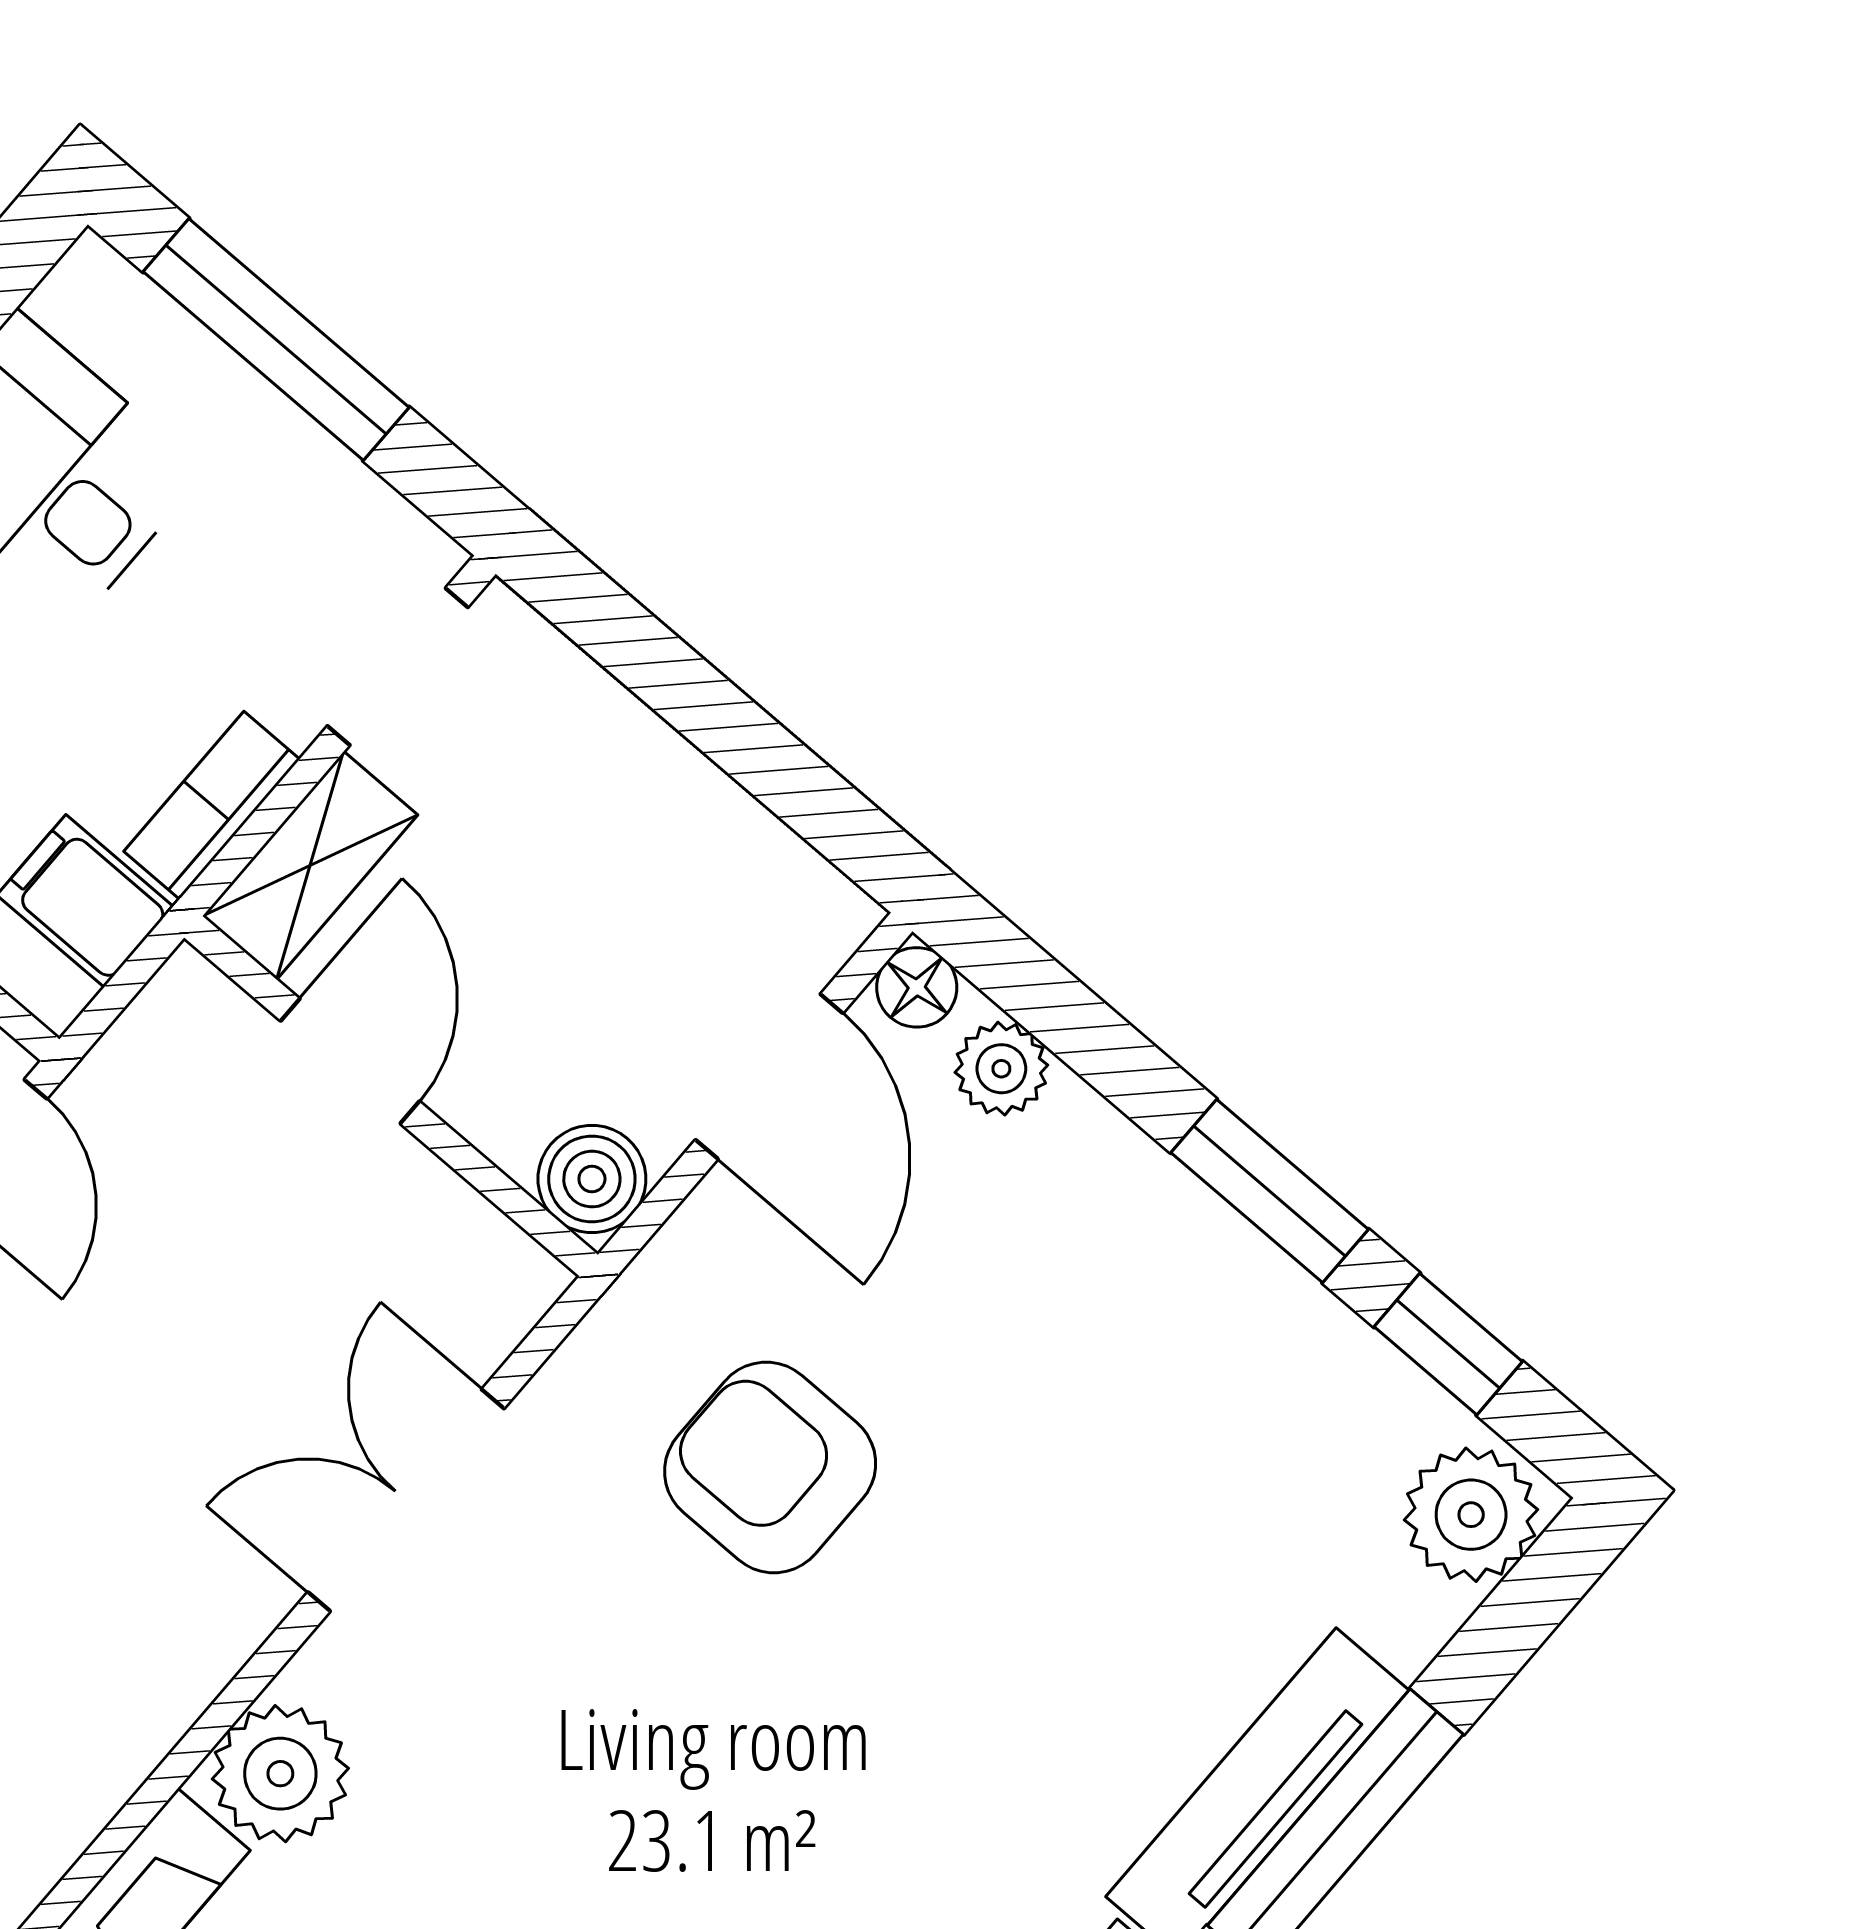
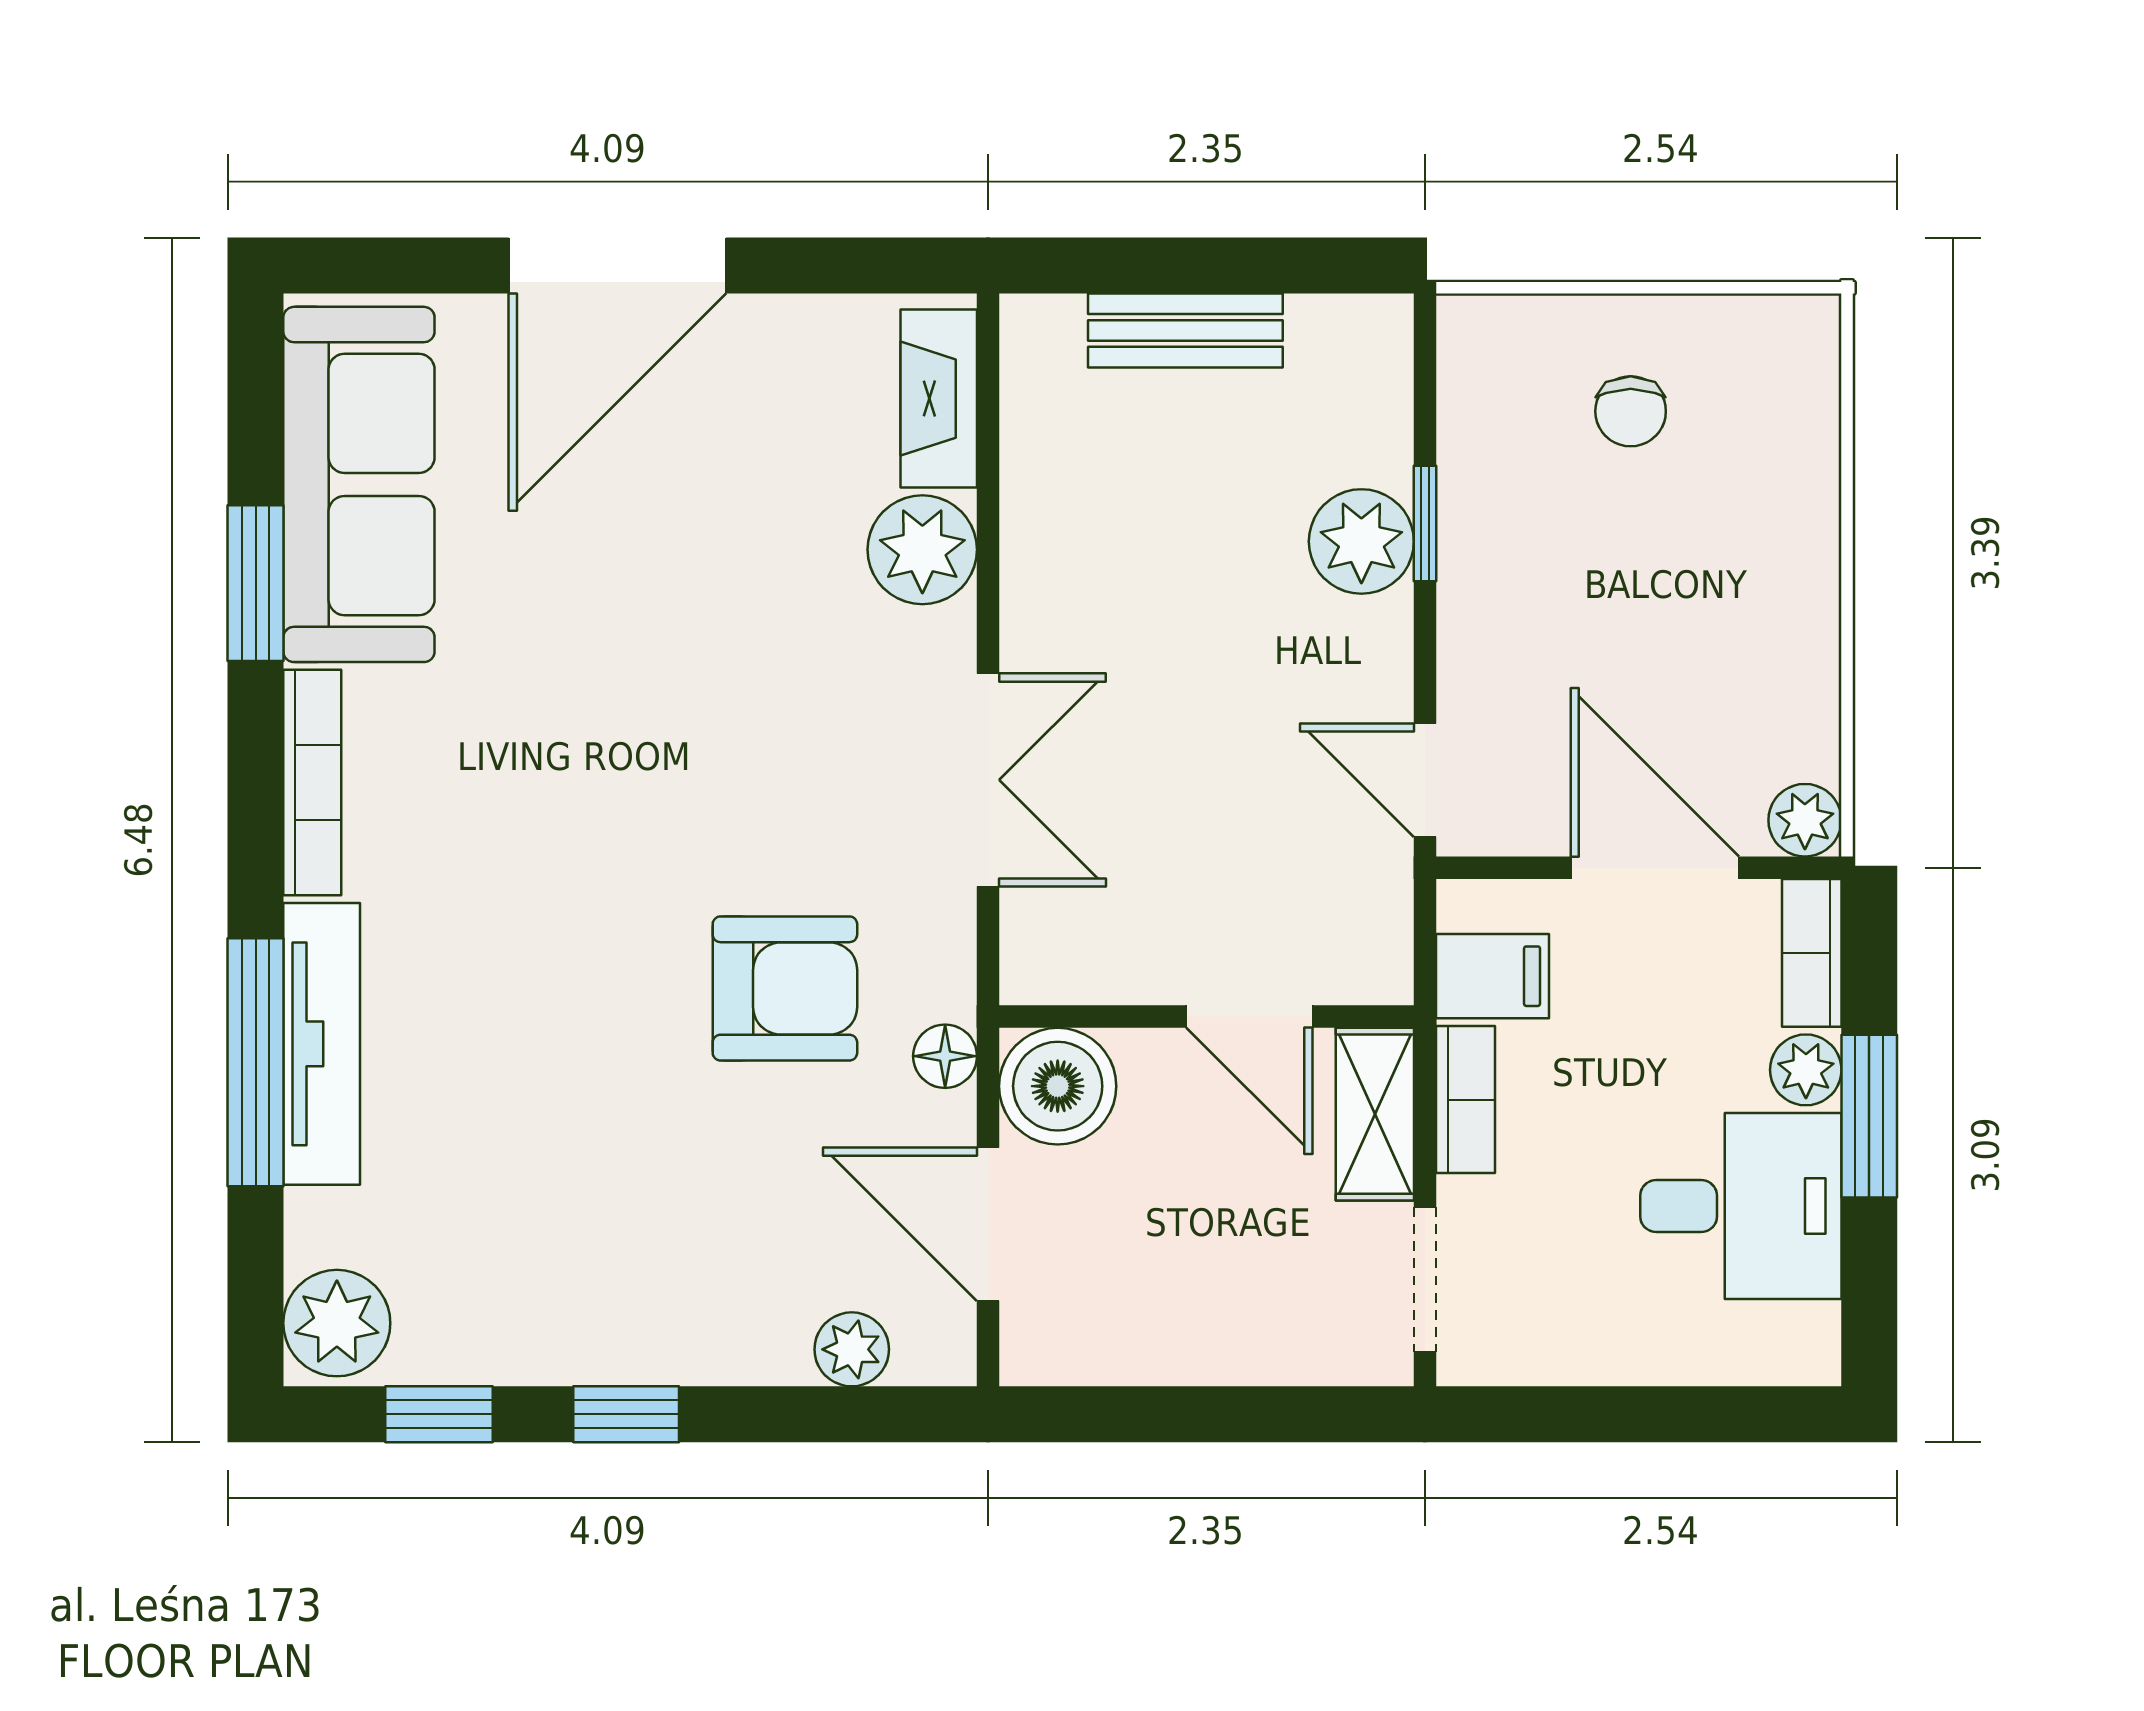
window: (276, 339) -> (1668, 1414), removed
floor lamp: (917, 987) -> (945, 1056), moved
boiler: (592, 1179) -> (1058, 1086), width x1.36, depth x1.36
window: (1270, 1191) -> (626, 1414), width x0.67

